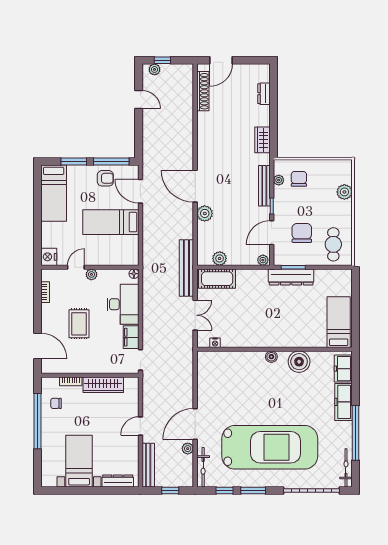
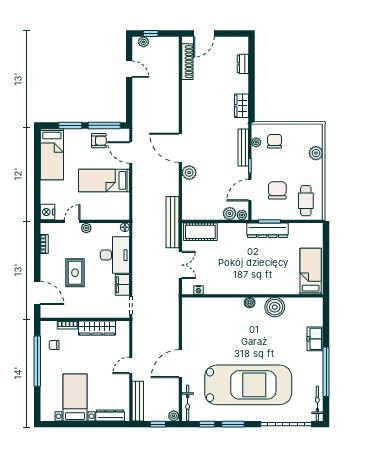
plant: (220, 258) -> (230, 213), moved
freezer: (343, 369) -> (315, 313), removed
freezer: (343, 402) -> (315, 339), width x0.71
plant: (188, 449) -> (174, 416), moved

